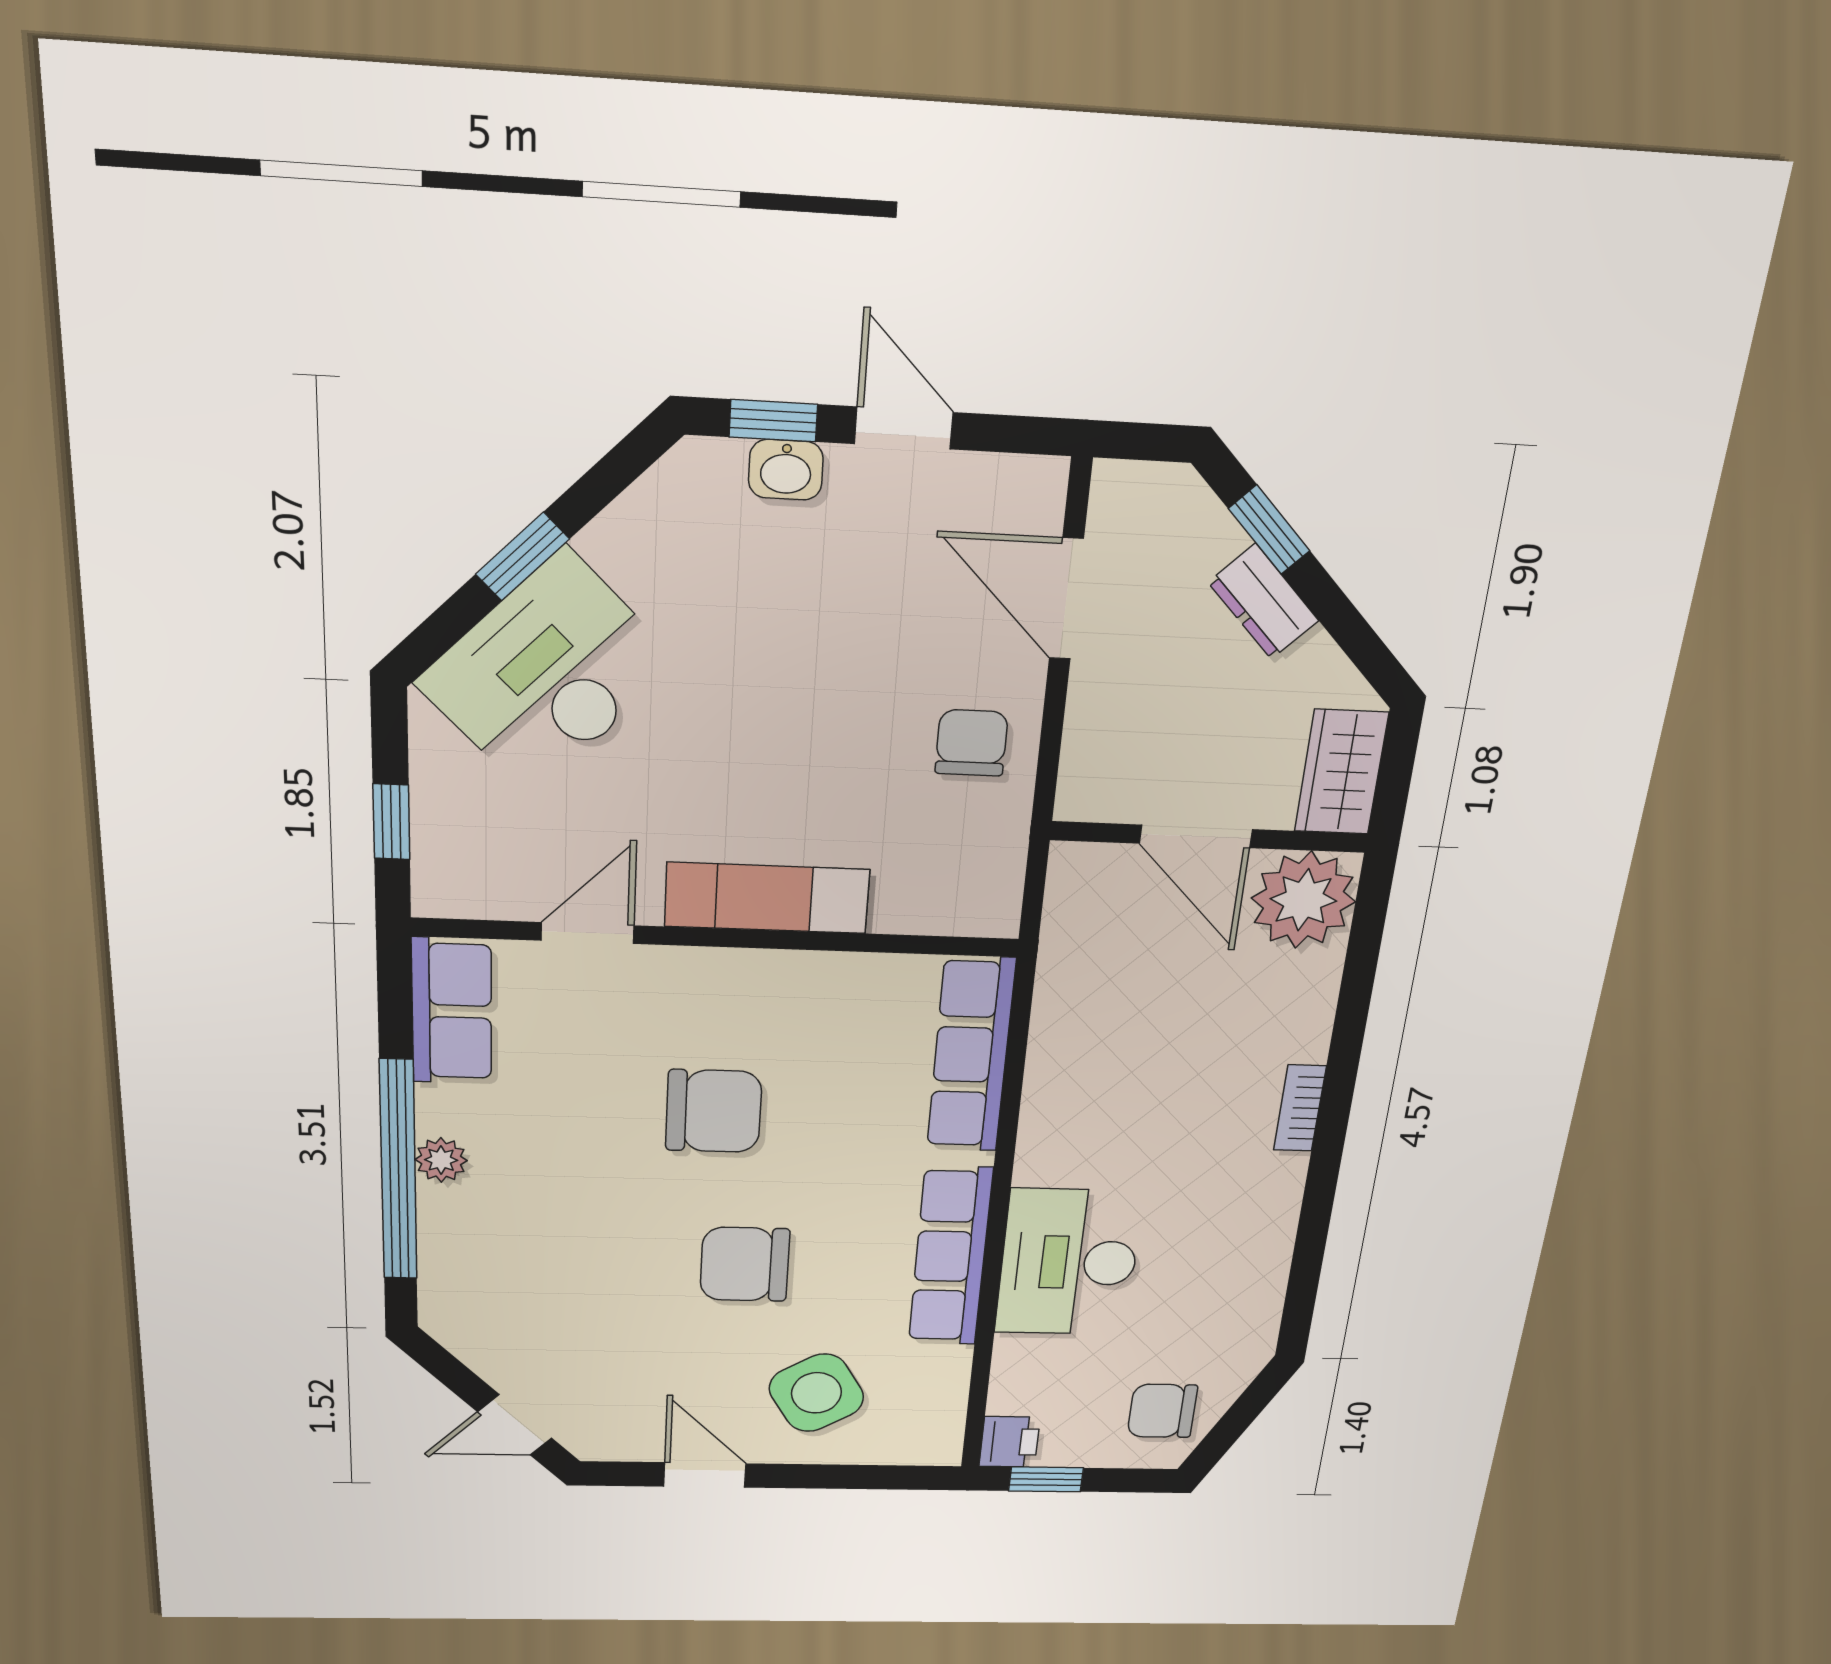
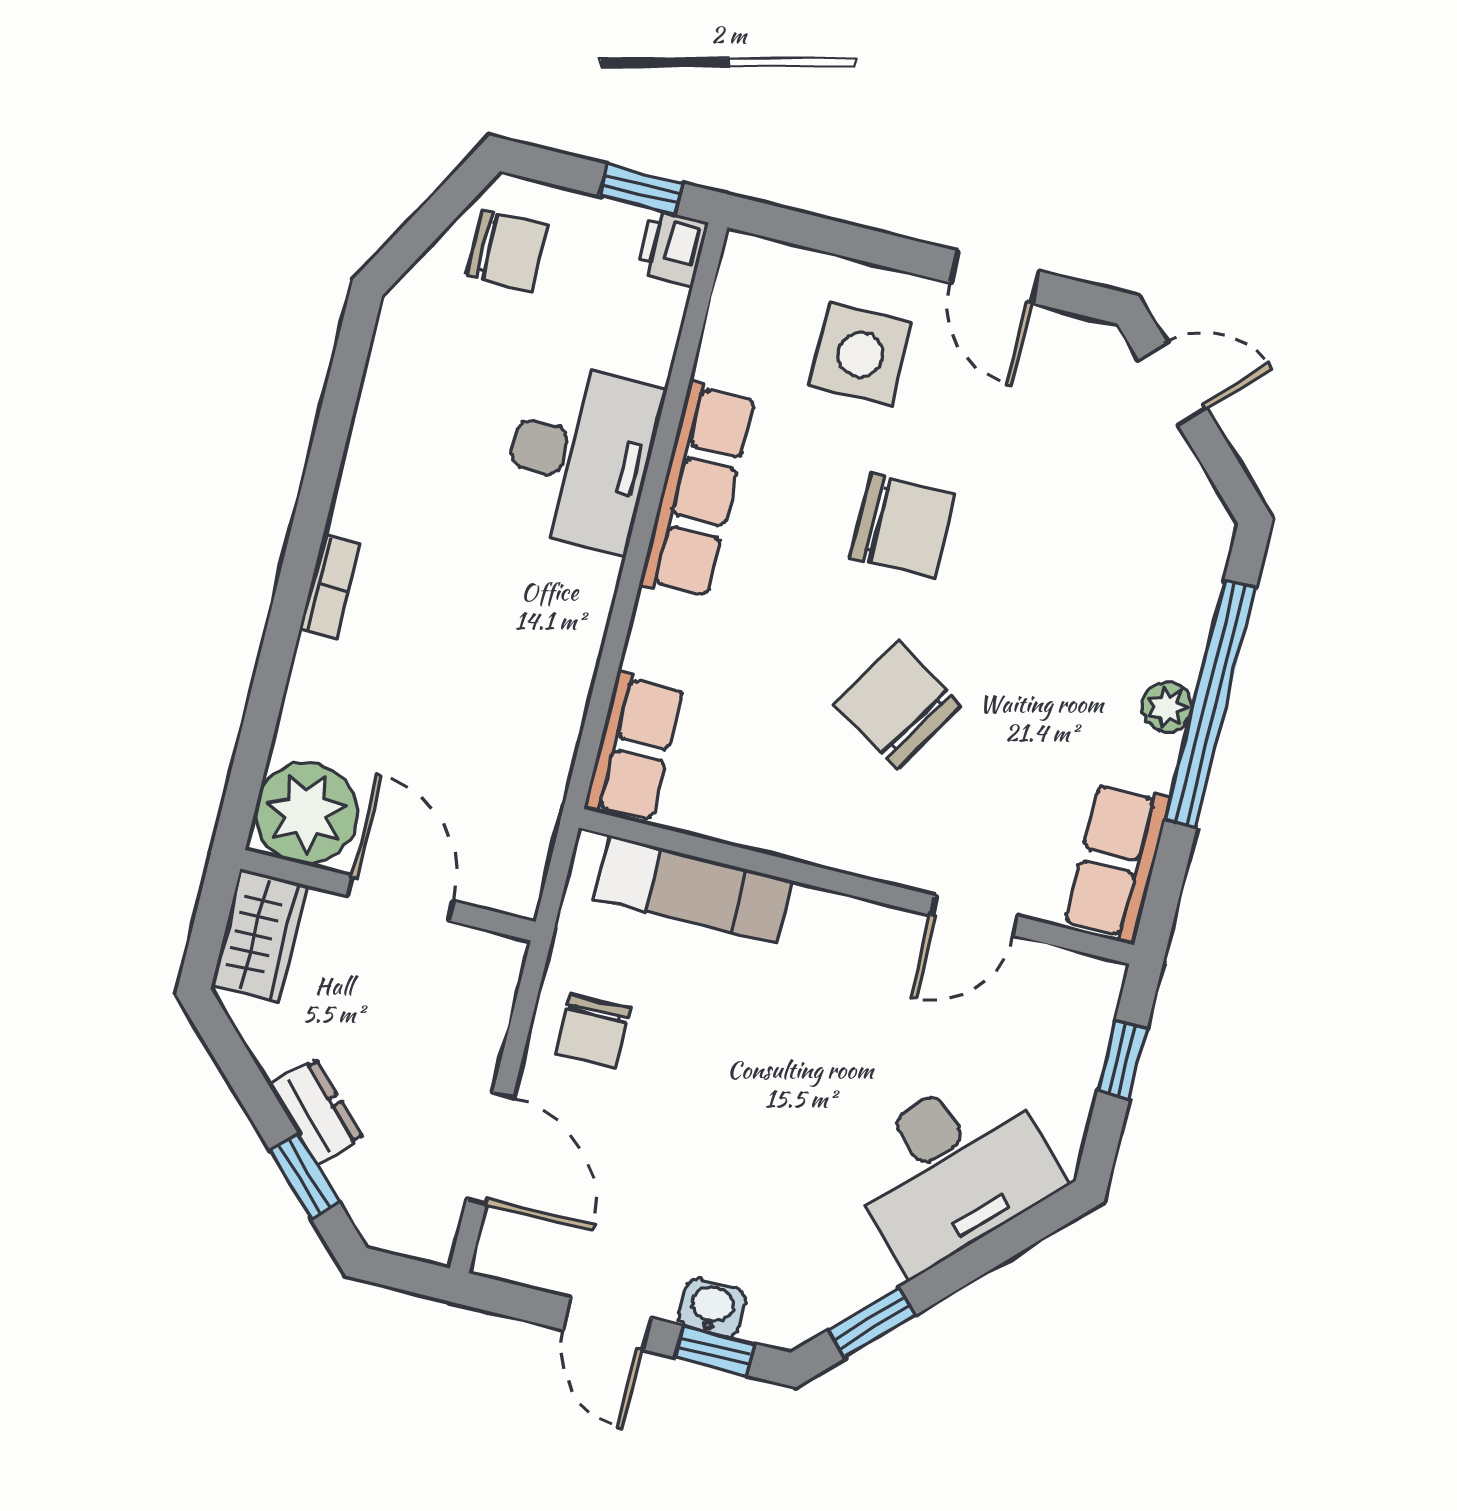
window: (522, 557) -> (872, 1323), moved
exam couch: (767, 898) -> (694, 890), moved
row of seats: (971, 1055) -> (634, 748), width x0.68
chair: (714, 1111) -> (898, 705), turned 32
side table: (816, 1393) -> (860, 355), turned 31

